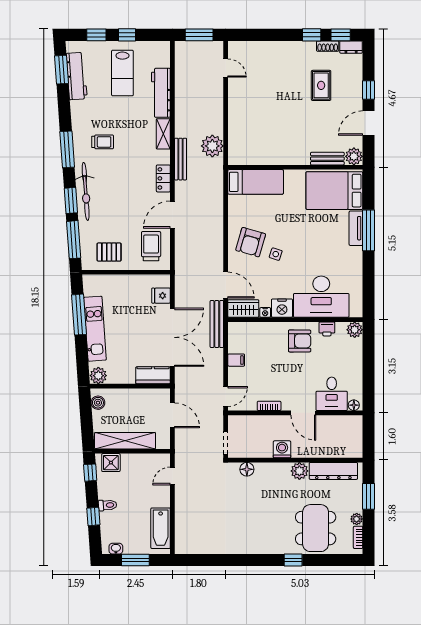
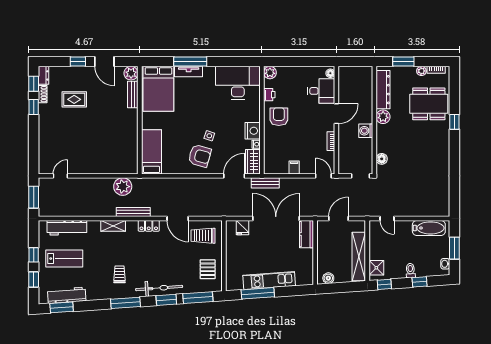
workbench: (161, 93) -> (67, 228), moved
desk: (321, 297) -> (238, 83), moved, turned -90
bench: (217, 324) -> (265, 183), width x0.73
plant: (98, 376) -> (307, 278), removed

